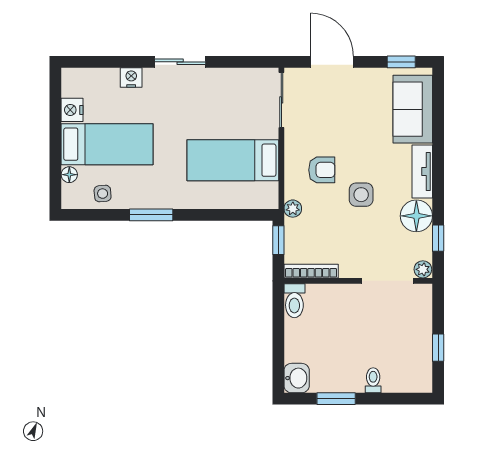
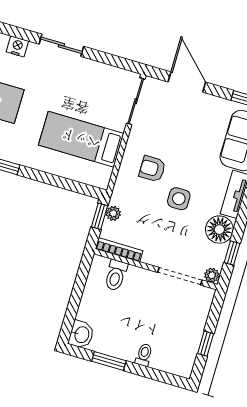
armchair: (322, 170) -> (152, 169), turned 180
plant: (293, 209) -> (113, 213), moved
toilet: (294, 301) -> (116, 275), moved

